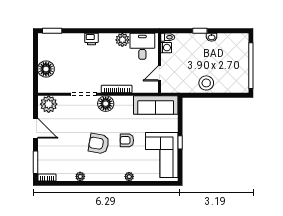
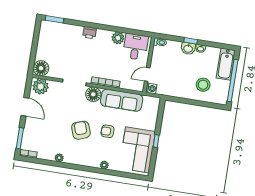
washbasin: (198, 39) -> (188, 48), added
washing machine: (166, 48) -> (151, 88), moved
bathtub: (241, 49) -> (226, 64), added
floor lamp: (46, 69) -> (41, 68), moved
stool: (206, 83) -> (203, 85), moved
sofa: (156, 105) -> (122, 100), moved
armchair: (99, 144) -> (81, 130), turned 60

